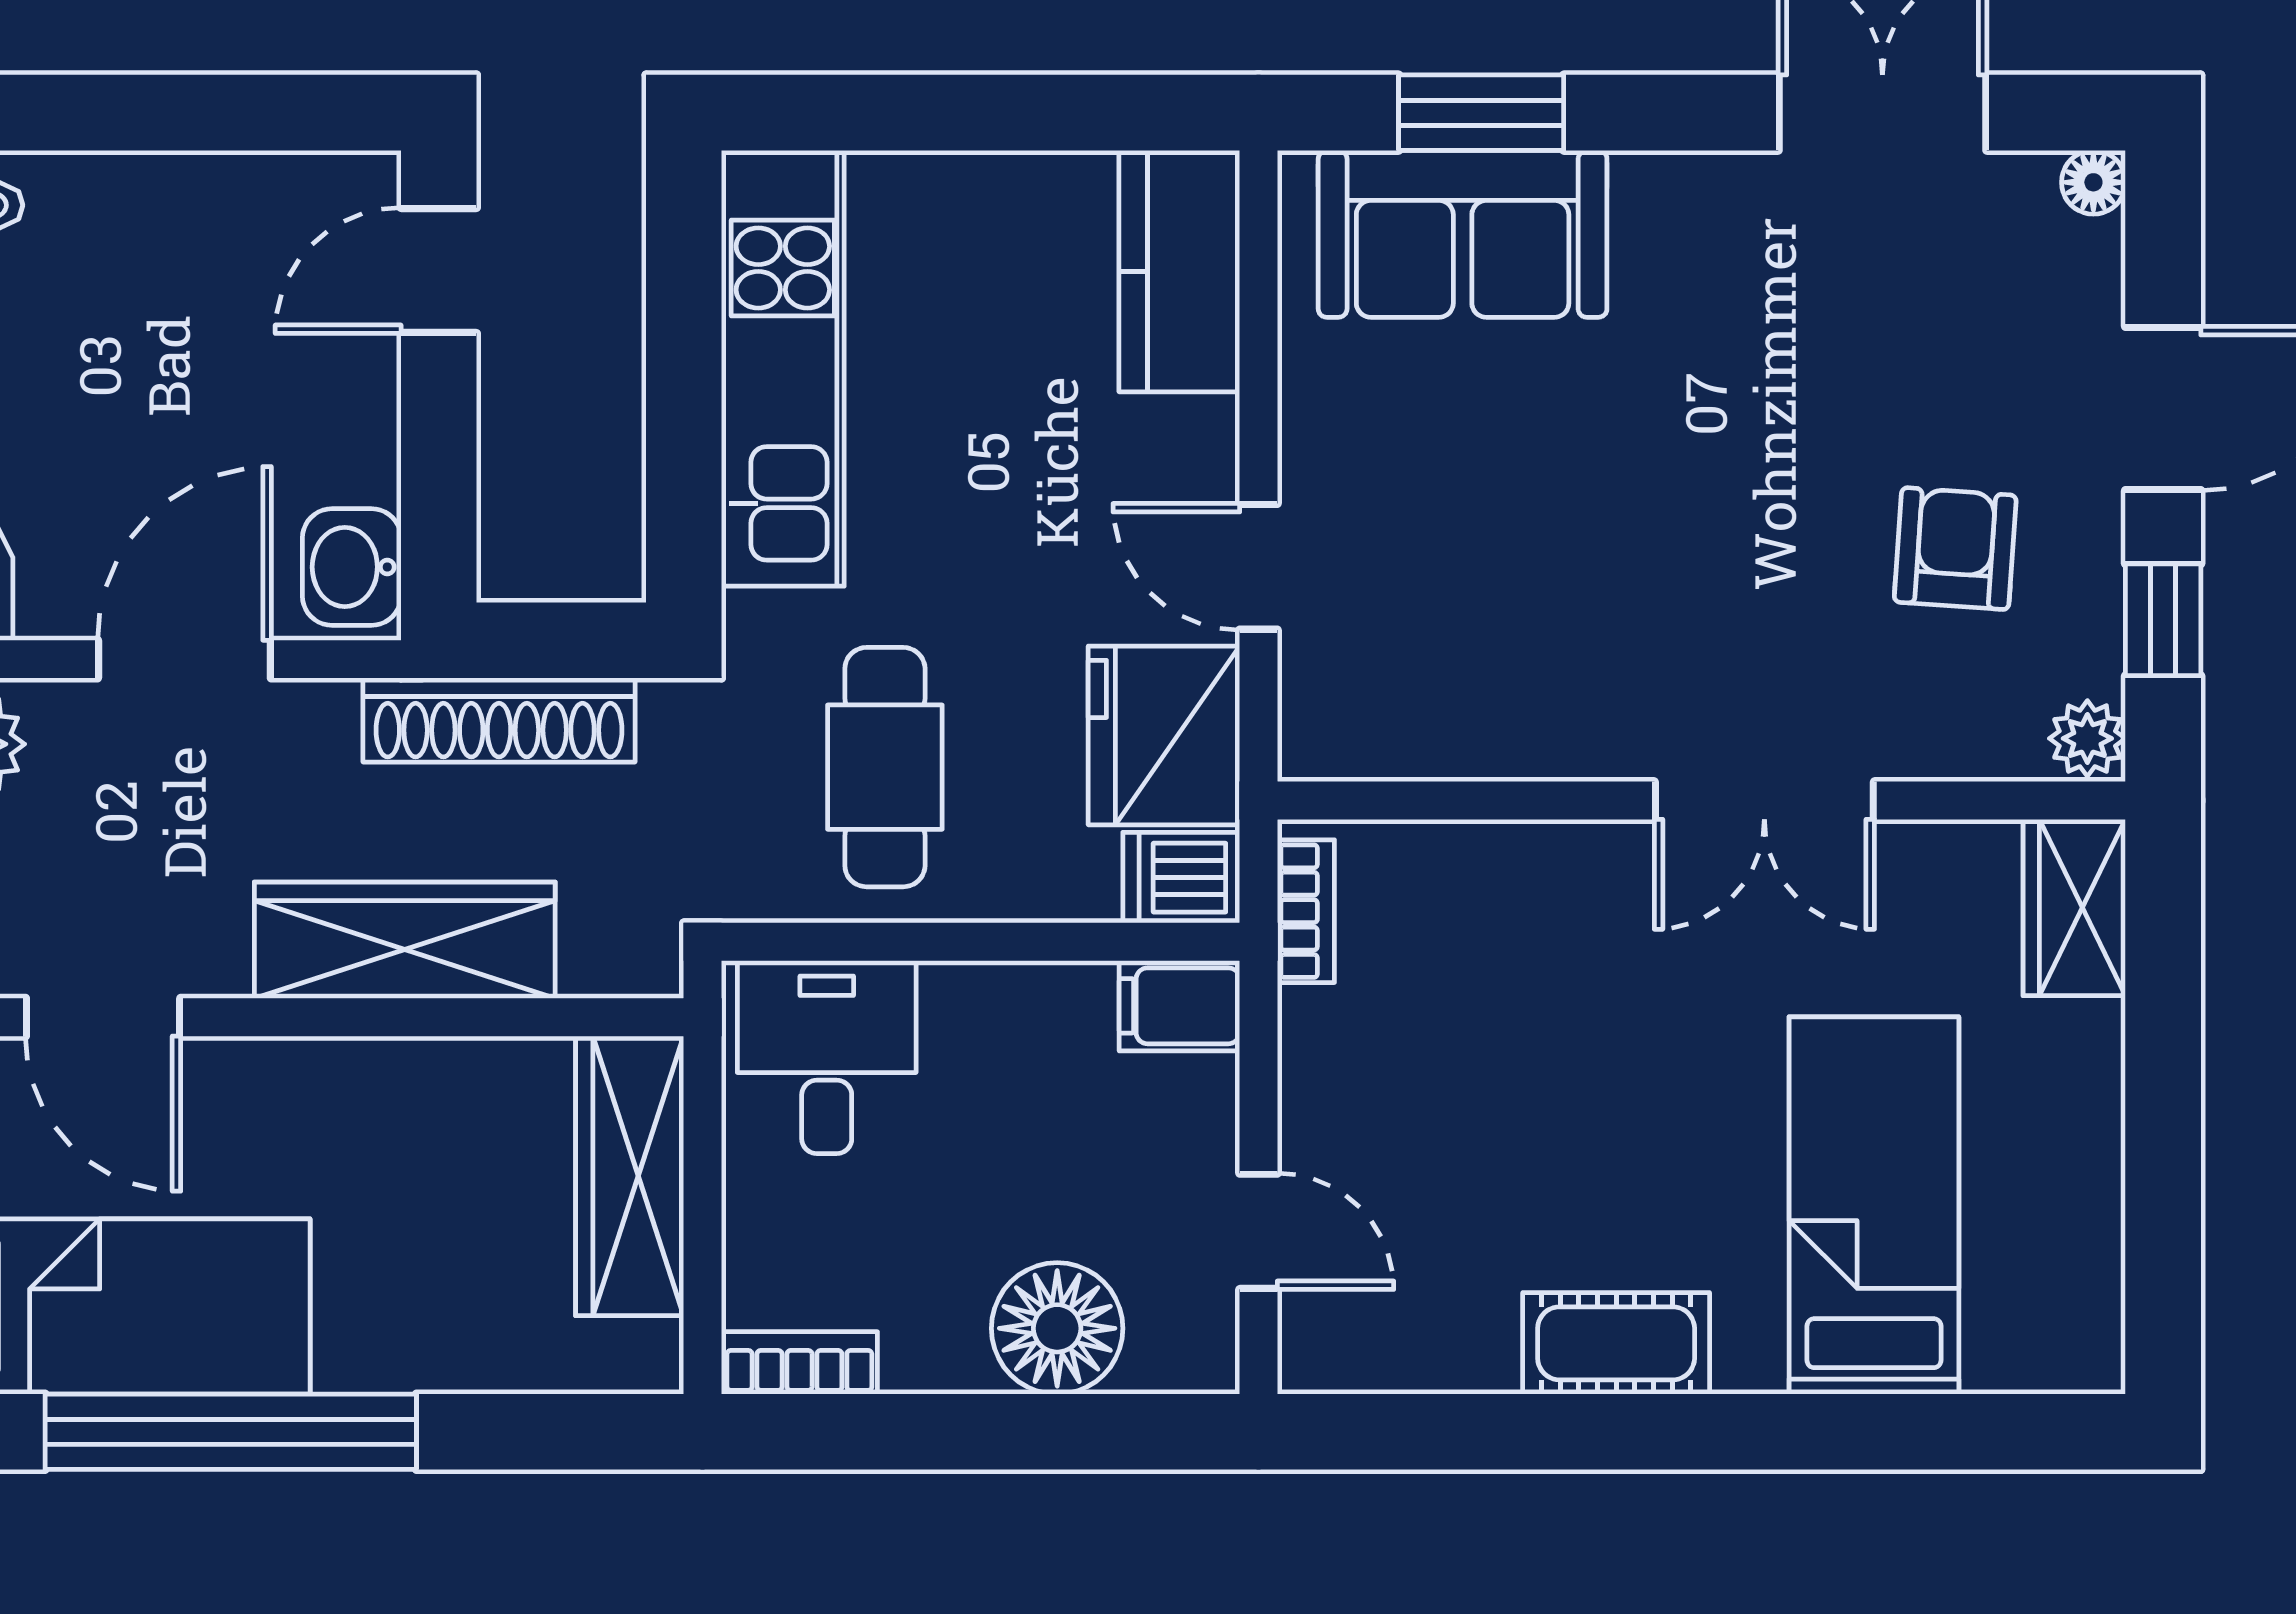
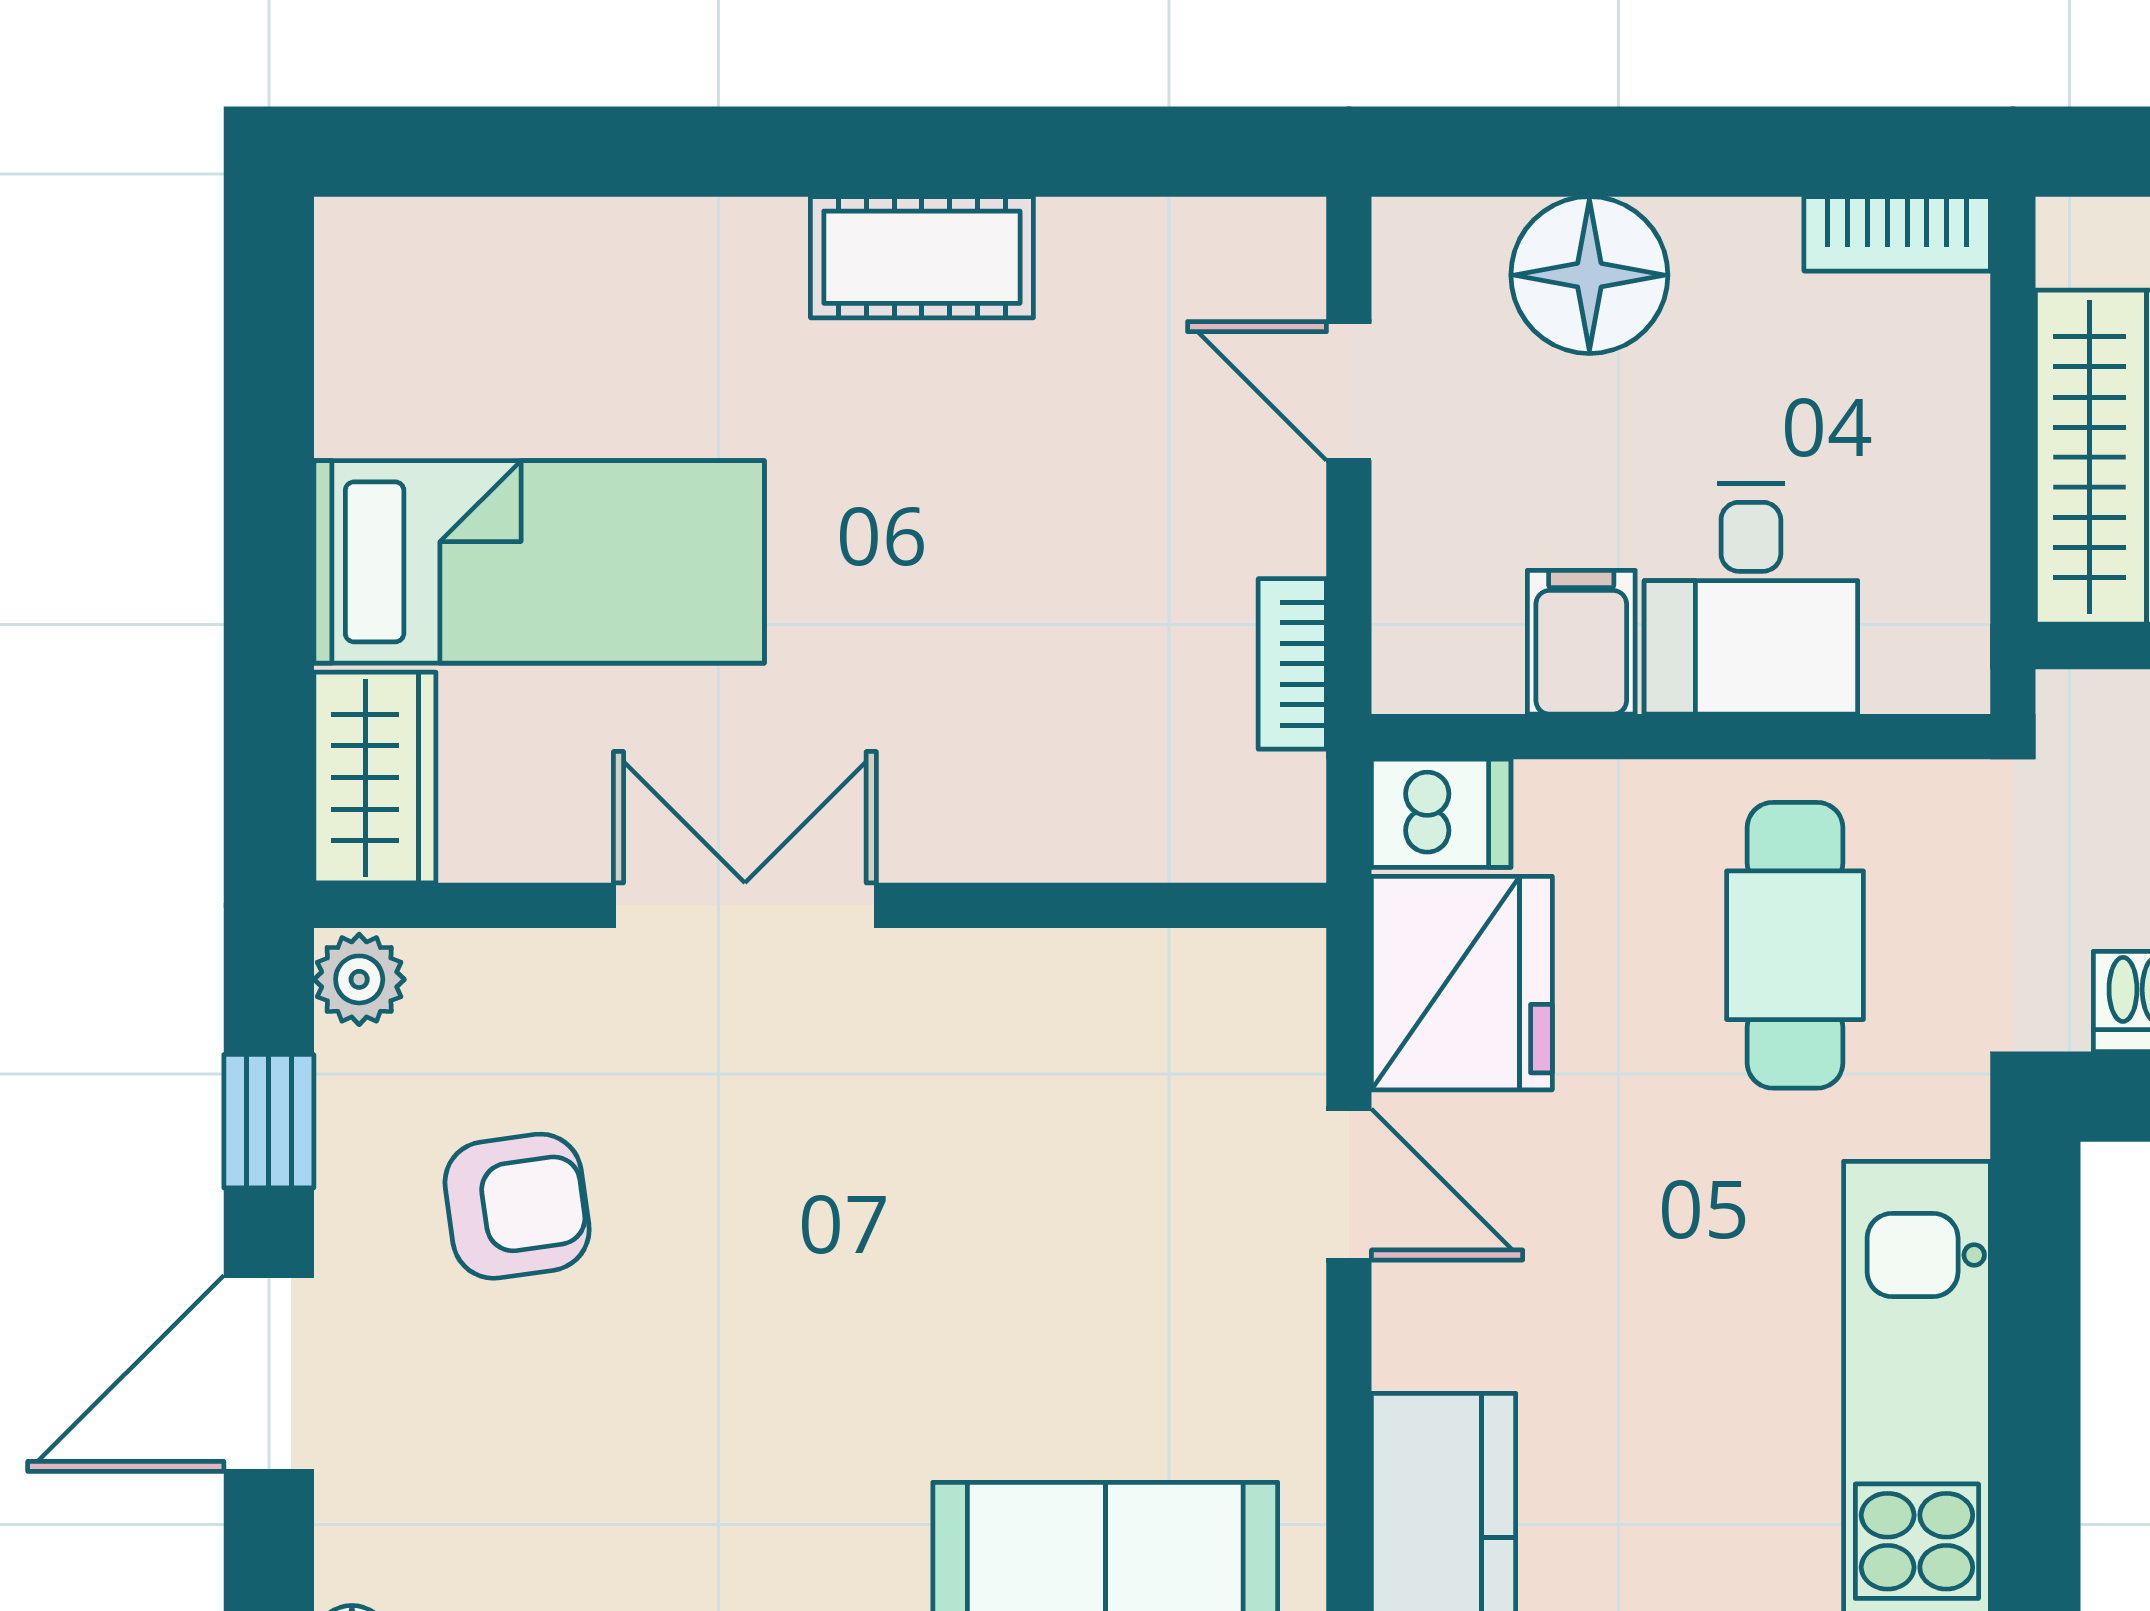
armchair: (1955, 549) -> (517, 1206), turned -102
bookcase: (1306, 911) -> (1292, 664), moved
filing cabinet: (1179, 1006) -> (1581, 642), moved, turned -90
desk: (827, 1057) -> (1751, 599), moved
bed: (1874, 1205) -> (539, 562), moved, turned -90

